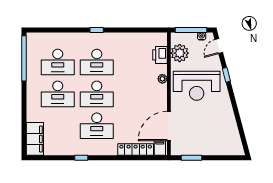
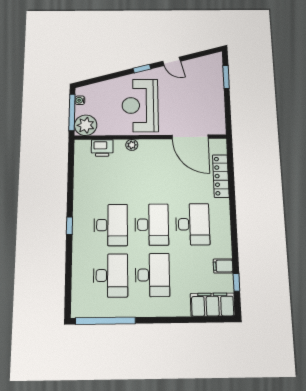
door: (219, 46) -> (172, 61), moved
plant: (180, 53) -> (86, 125), moved
window: (226, 75) -> (142, 69), moved
reception desk: (197, 86) -> (140, 105), turned 180
filing cabinet: (160, 148) -> (223, 266), moved
window: (81, 158) -> (236, 282), moved
window: (191, 158) -> (226, 77), moved

